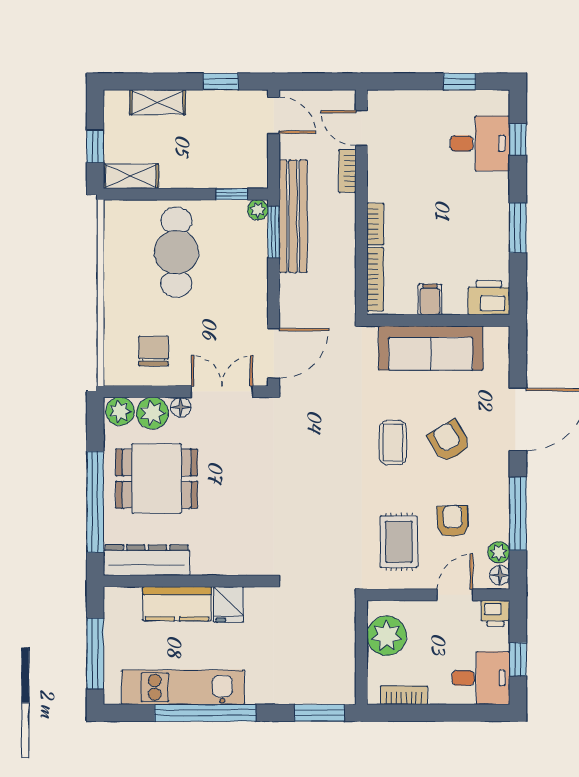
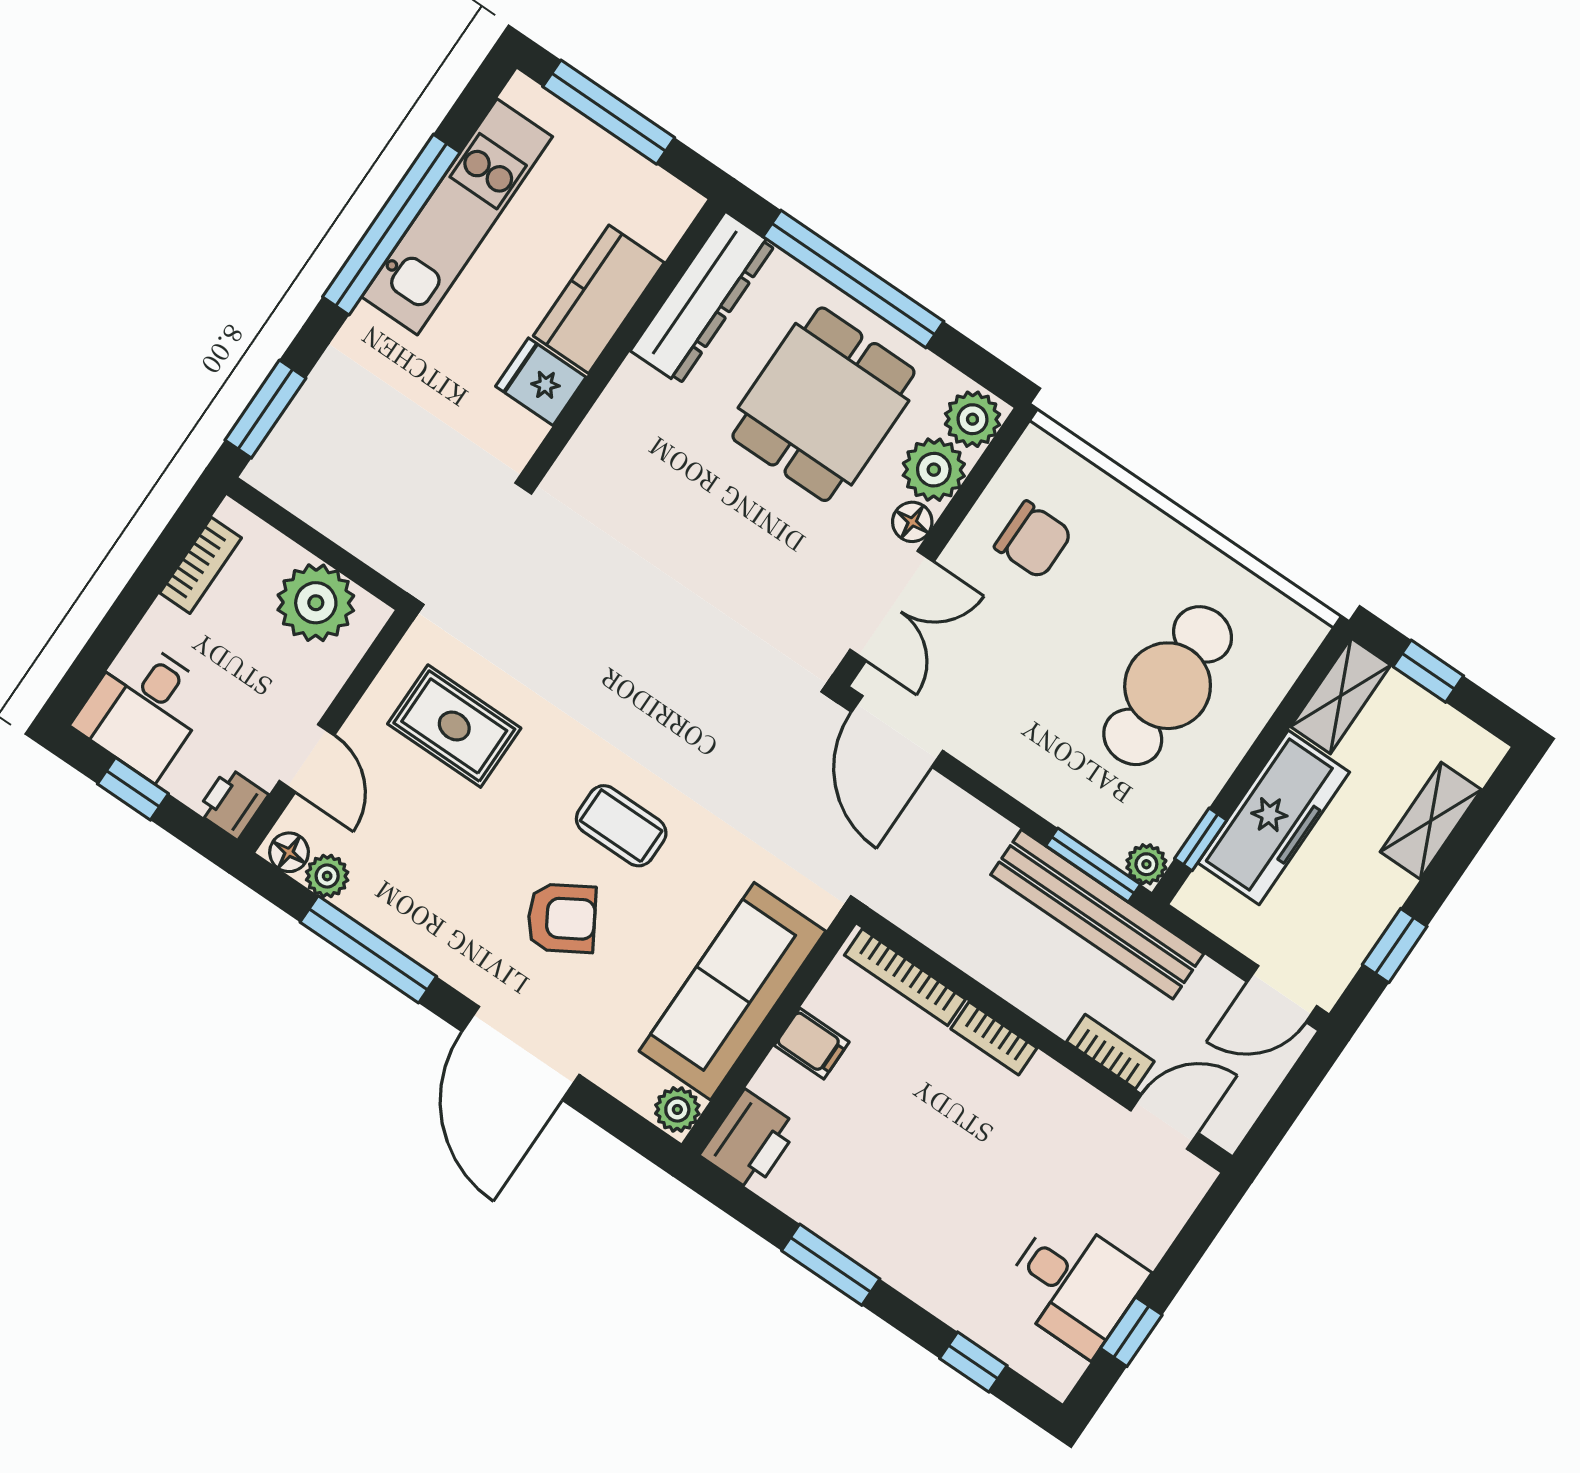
desk: (480, 143) -> (1074, 1284), moved, turned -90
freezer: (201, 170) -> (1274, 817), added
cafe table: (176, 252) -> (1168, 686), turned 90
plant: (496, 337) -> (677, 1109), added
armchair: (453, 521) -> (428, 836), removed

